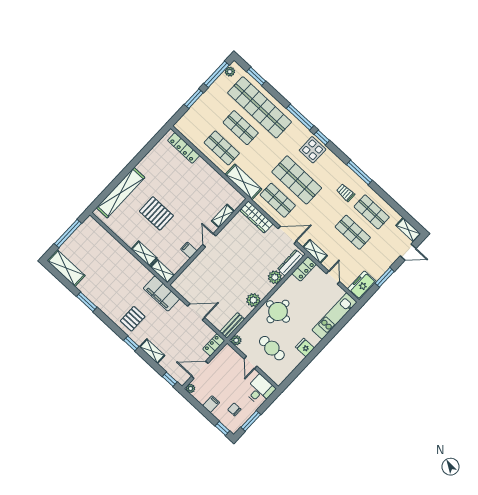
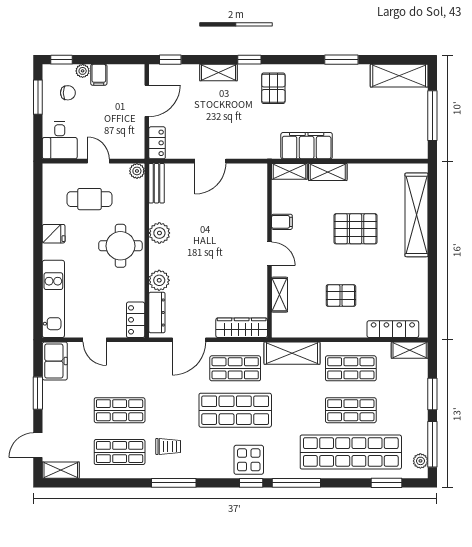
pallet: (194, 188) -> (341, 296), added
shelving: (315, 251) -> (410, 350), moved
filing cabinet: (161, 294) -> (307, 146), moved
plant: (191, 388) -> (83, 71), moved

